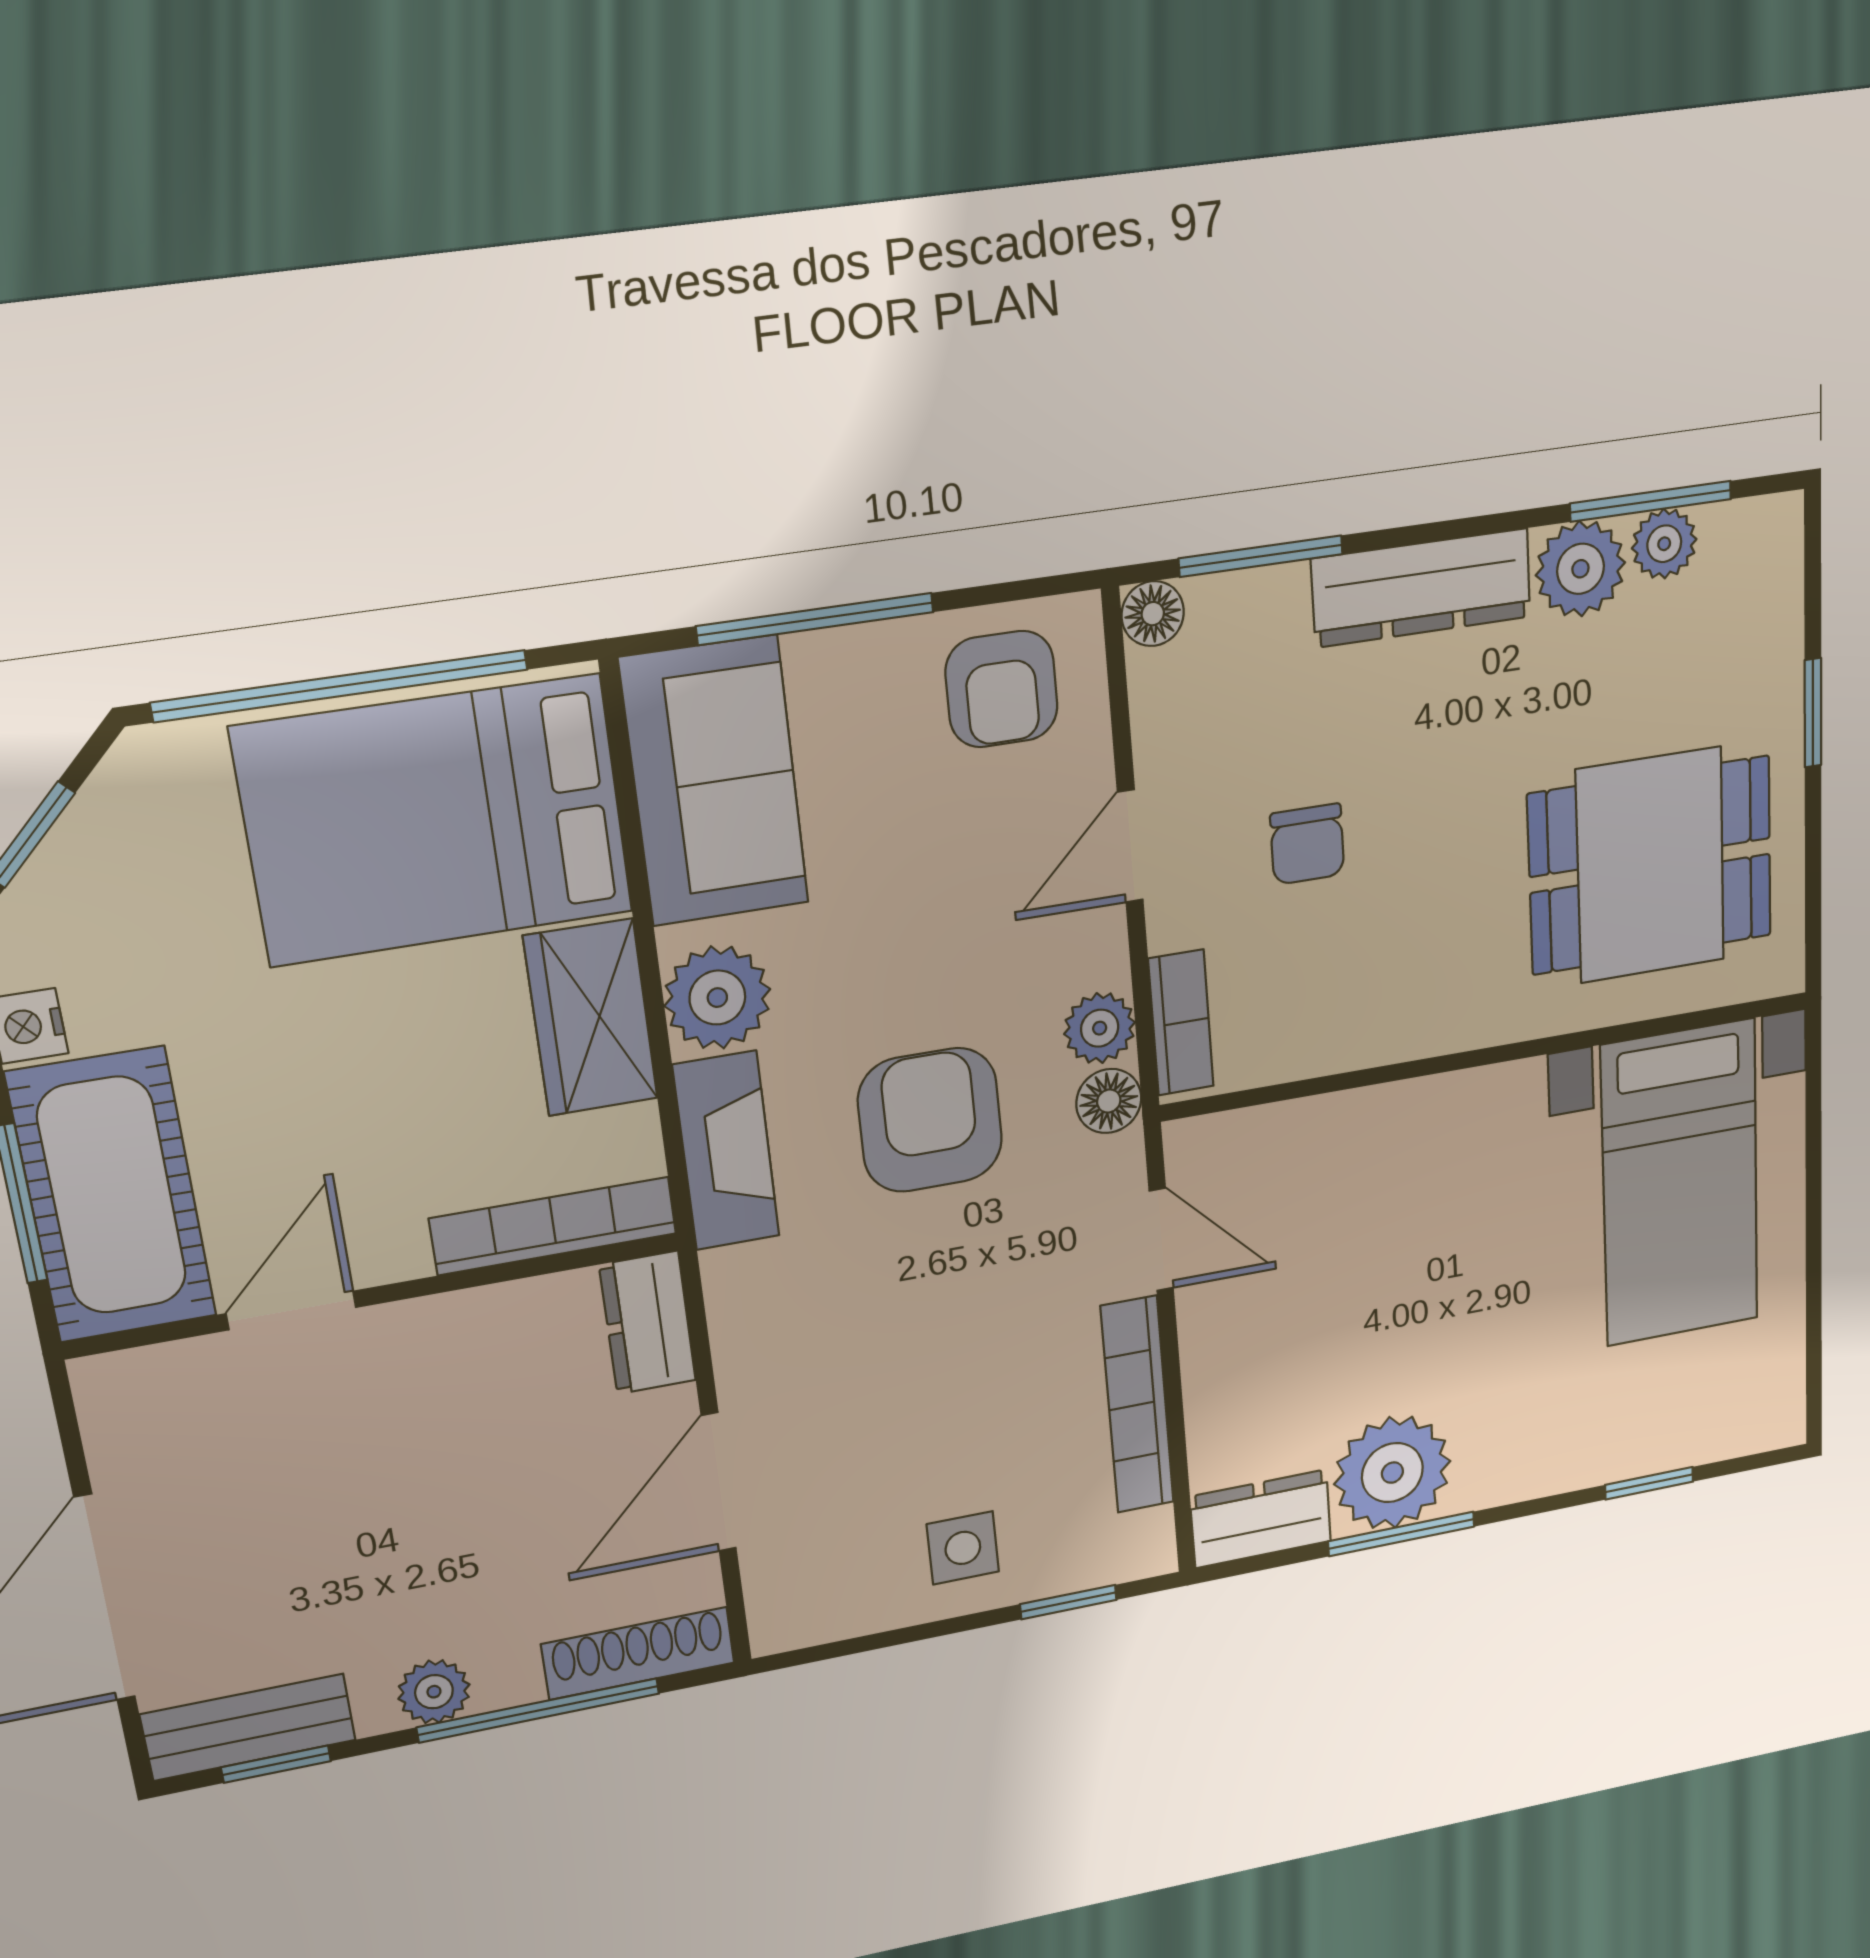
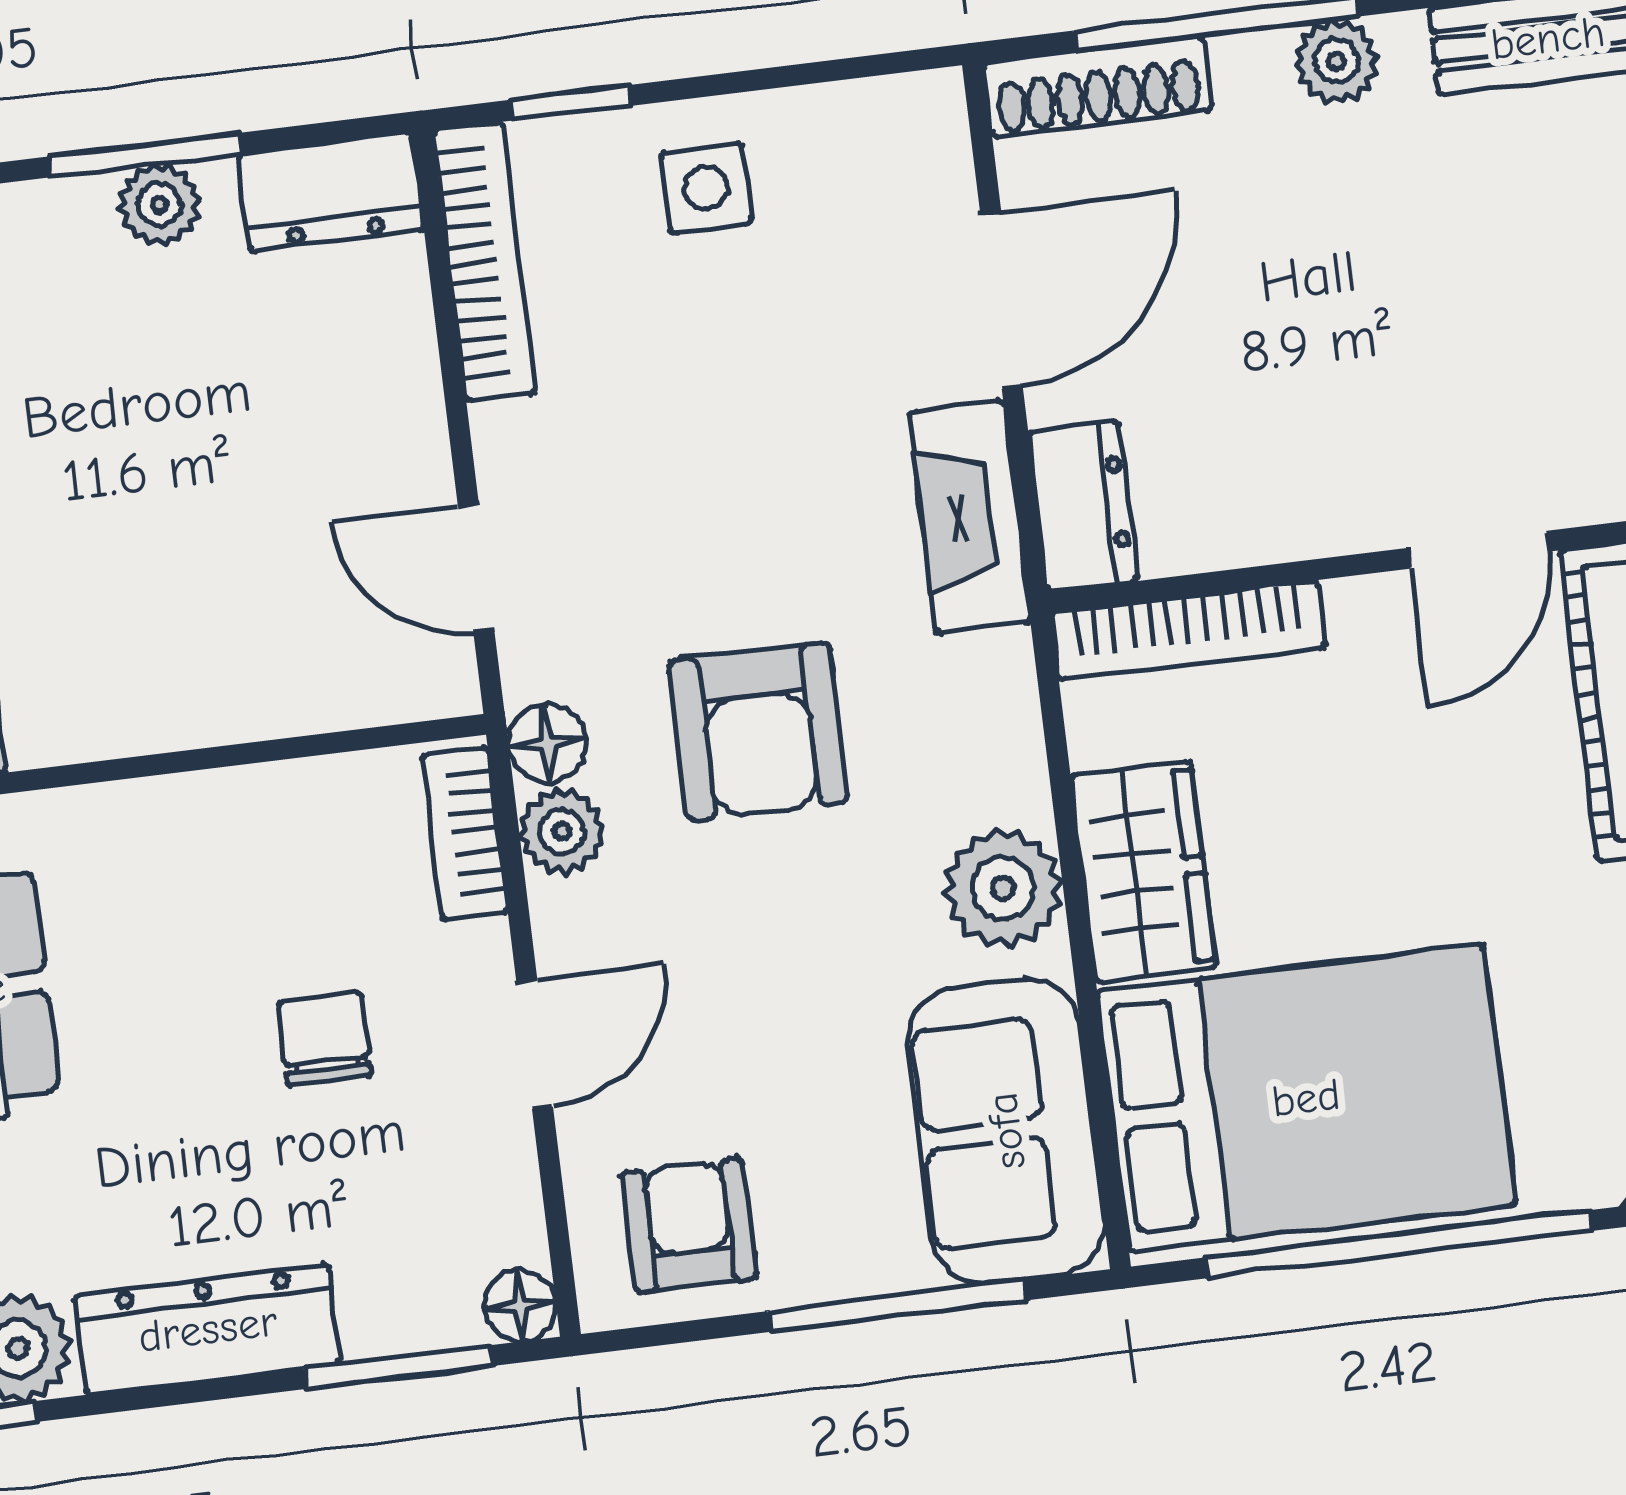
fireplace: (726, 1151) -> (970, 517), moved
bookcase: (1137, 1405) -> (484, 262), moved
plant: (1392, 1473) -> (159, 205), width x0.53, depth x0.53

